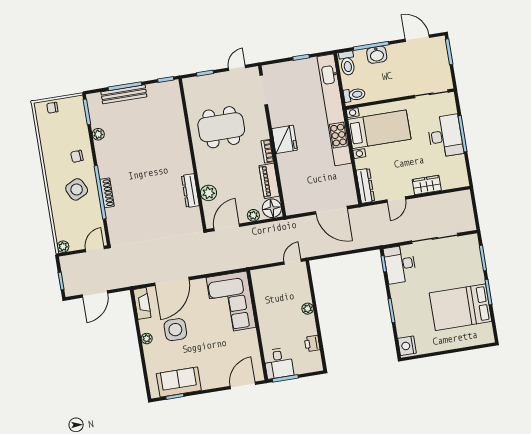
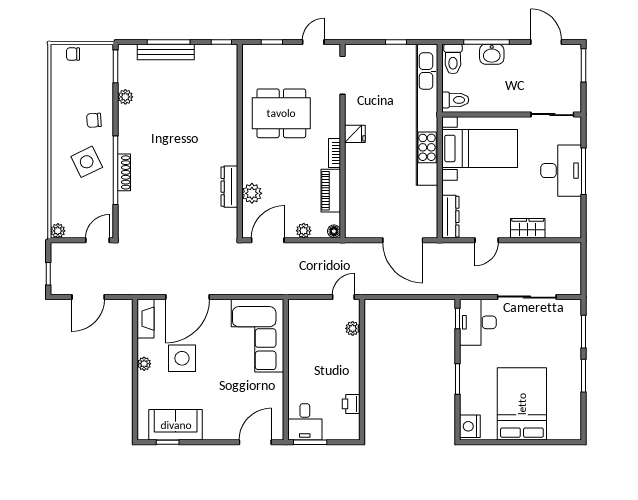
fridge: (285, 139) -> (355, 134), width x0.53, depth x0.75
floor lamp: (272, 208) -> (334, 231), width x0.53, depth x0.53
bed: (460, 307) -> (522, 404), moved, turned 90
plant: (308, 309) -> (353, 328), moved

